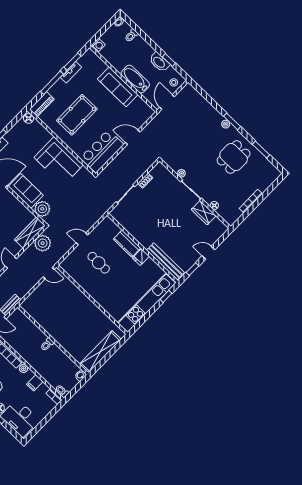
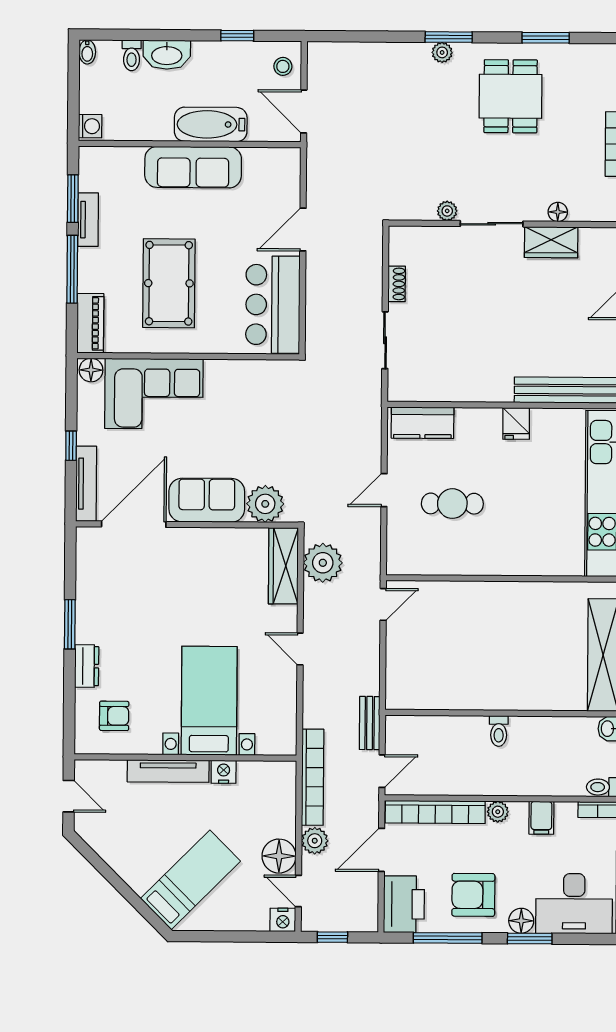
washbasin: (159, 62) -> (167, 55), moved
corner sofa: (59, 161) -> (154, 394), moved
kitchen counter: (127, 243) -> (422, 423), moved

